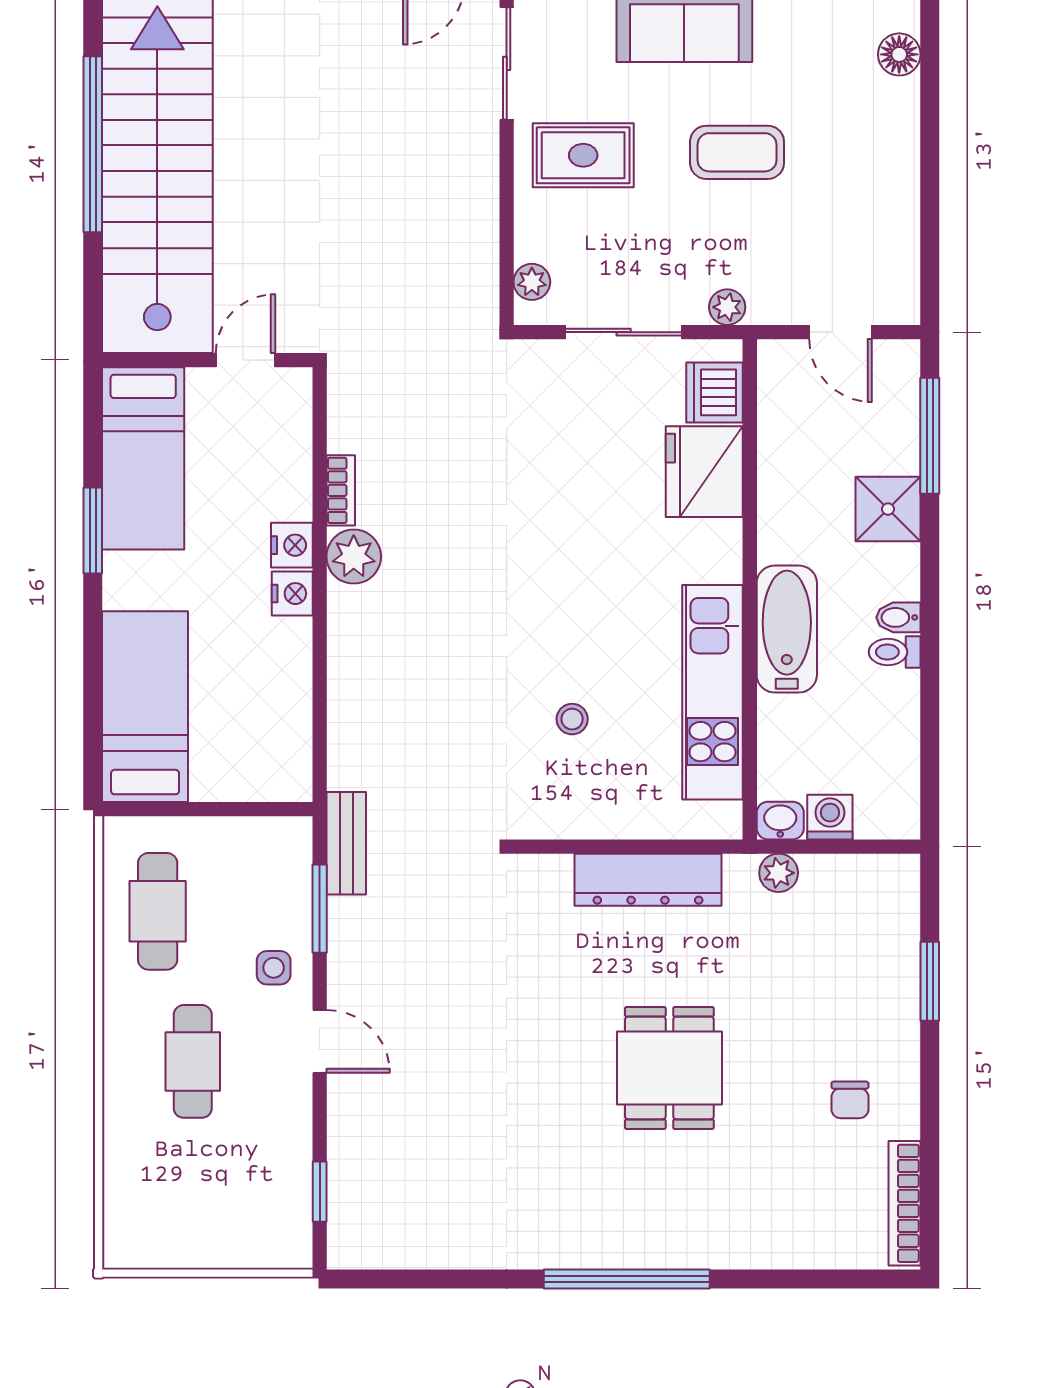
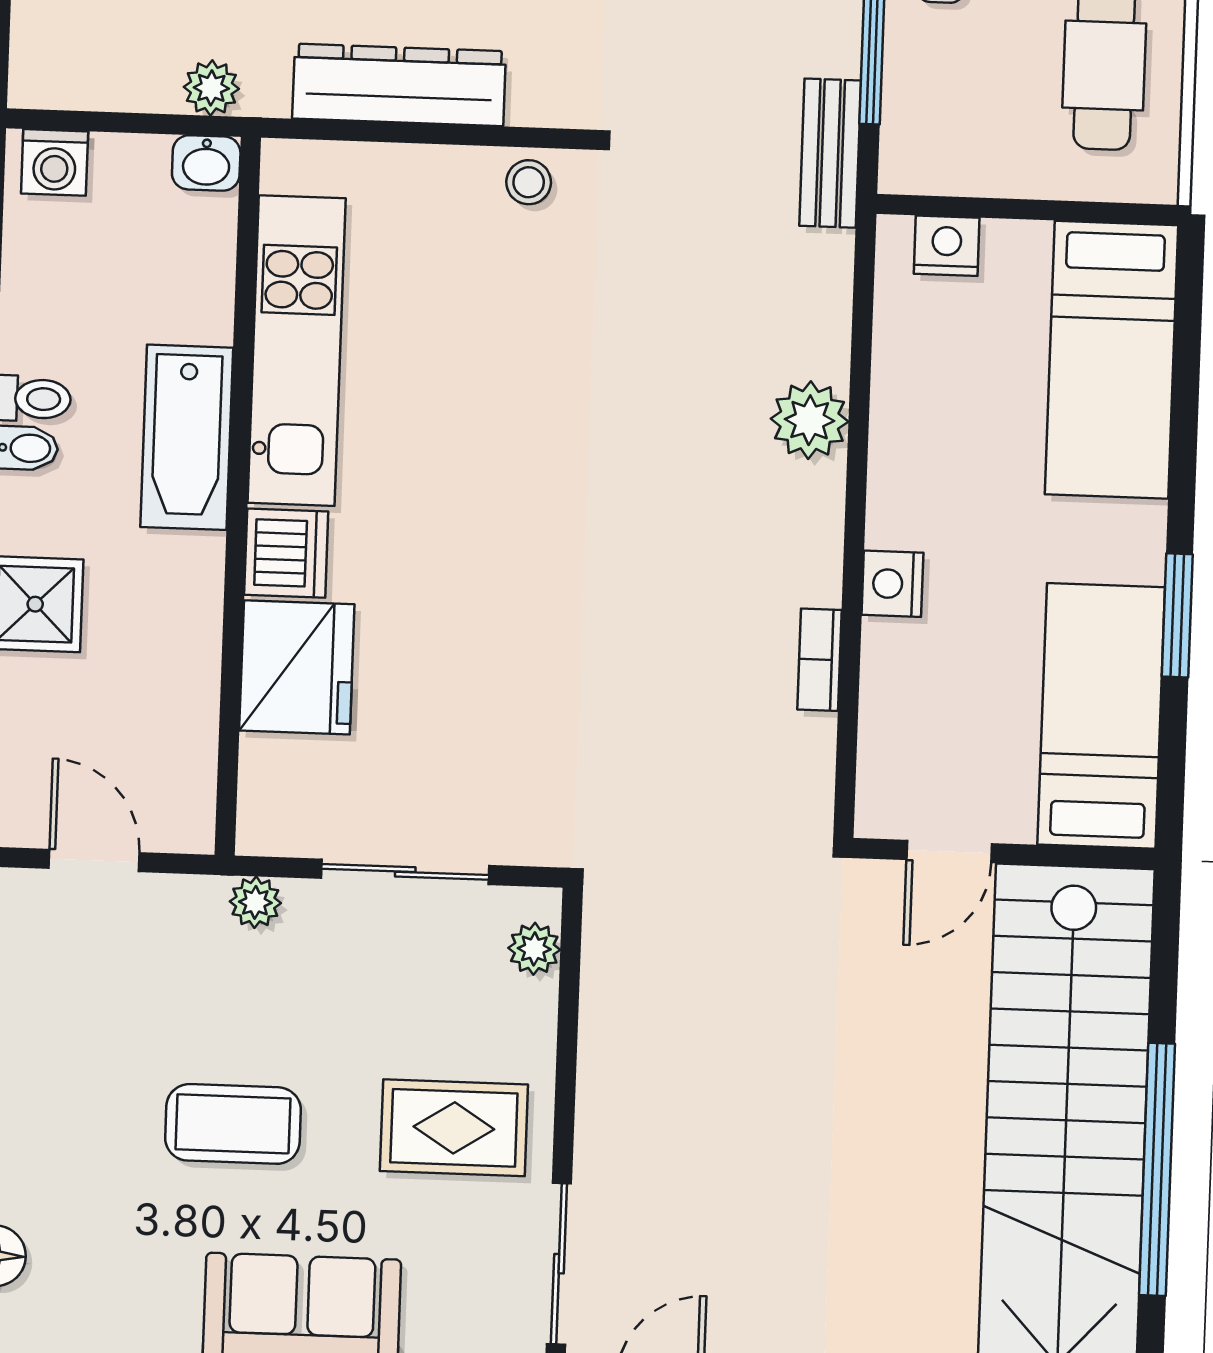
dishwasher: (715, 392) -> (286, 553), moved
plant: (354, 557) -> (810, 420), moved
nightstand: (292, 594) -> (947, 246), moved, turned 90
stool: (572, 719) -> (529, 182), moved
washing machine: (830, 817) -> (55, 162), moved

